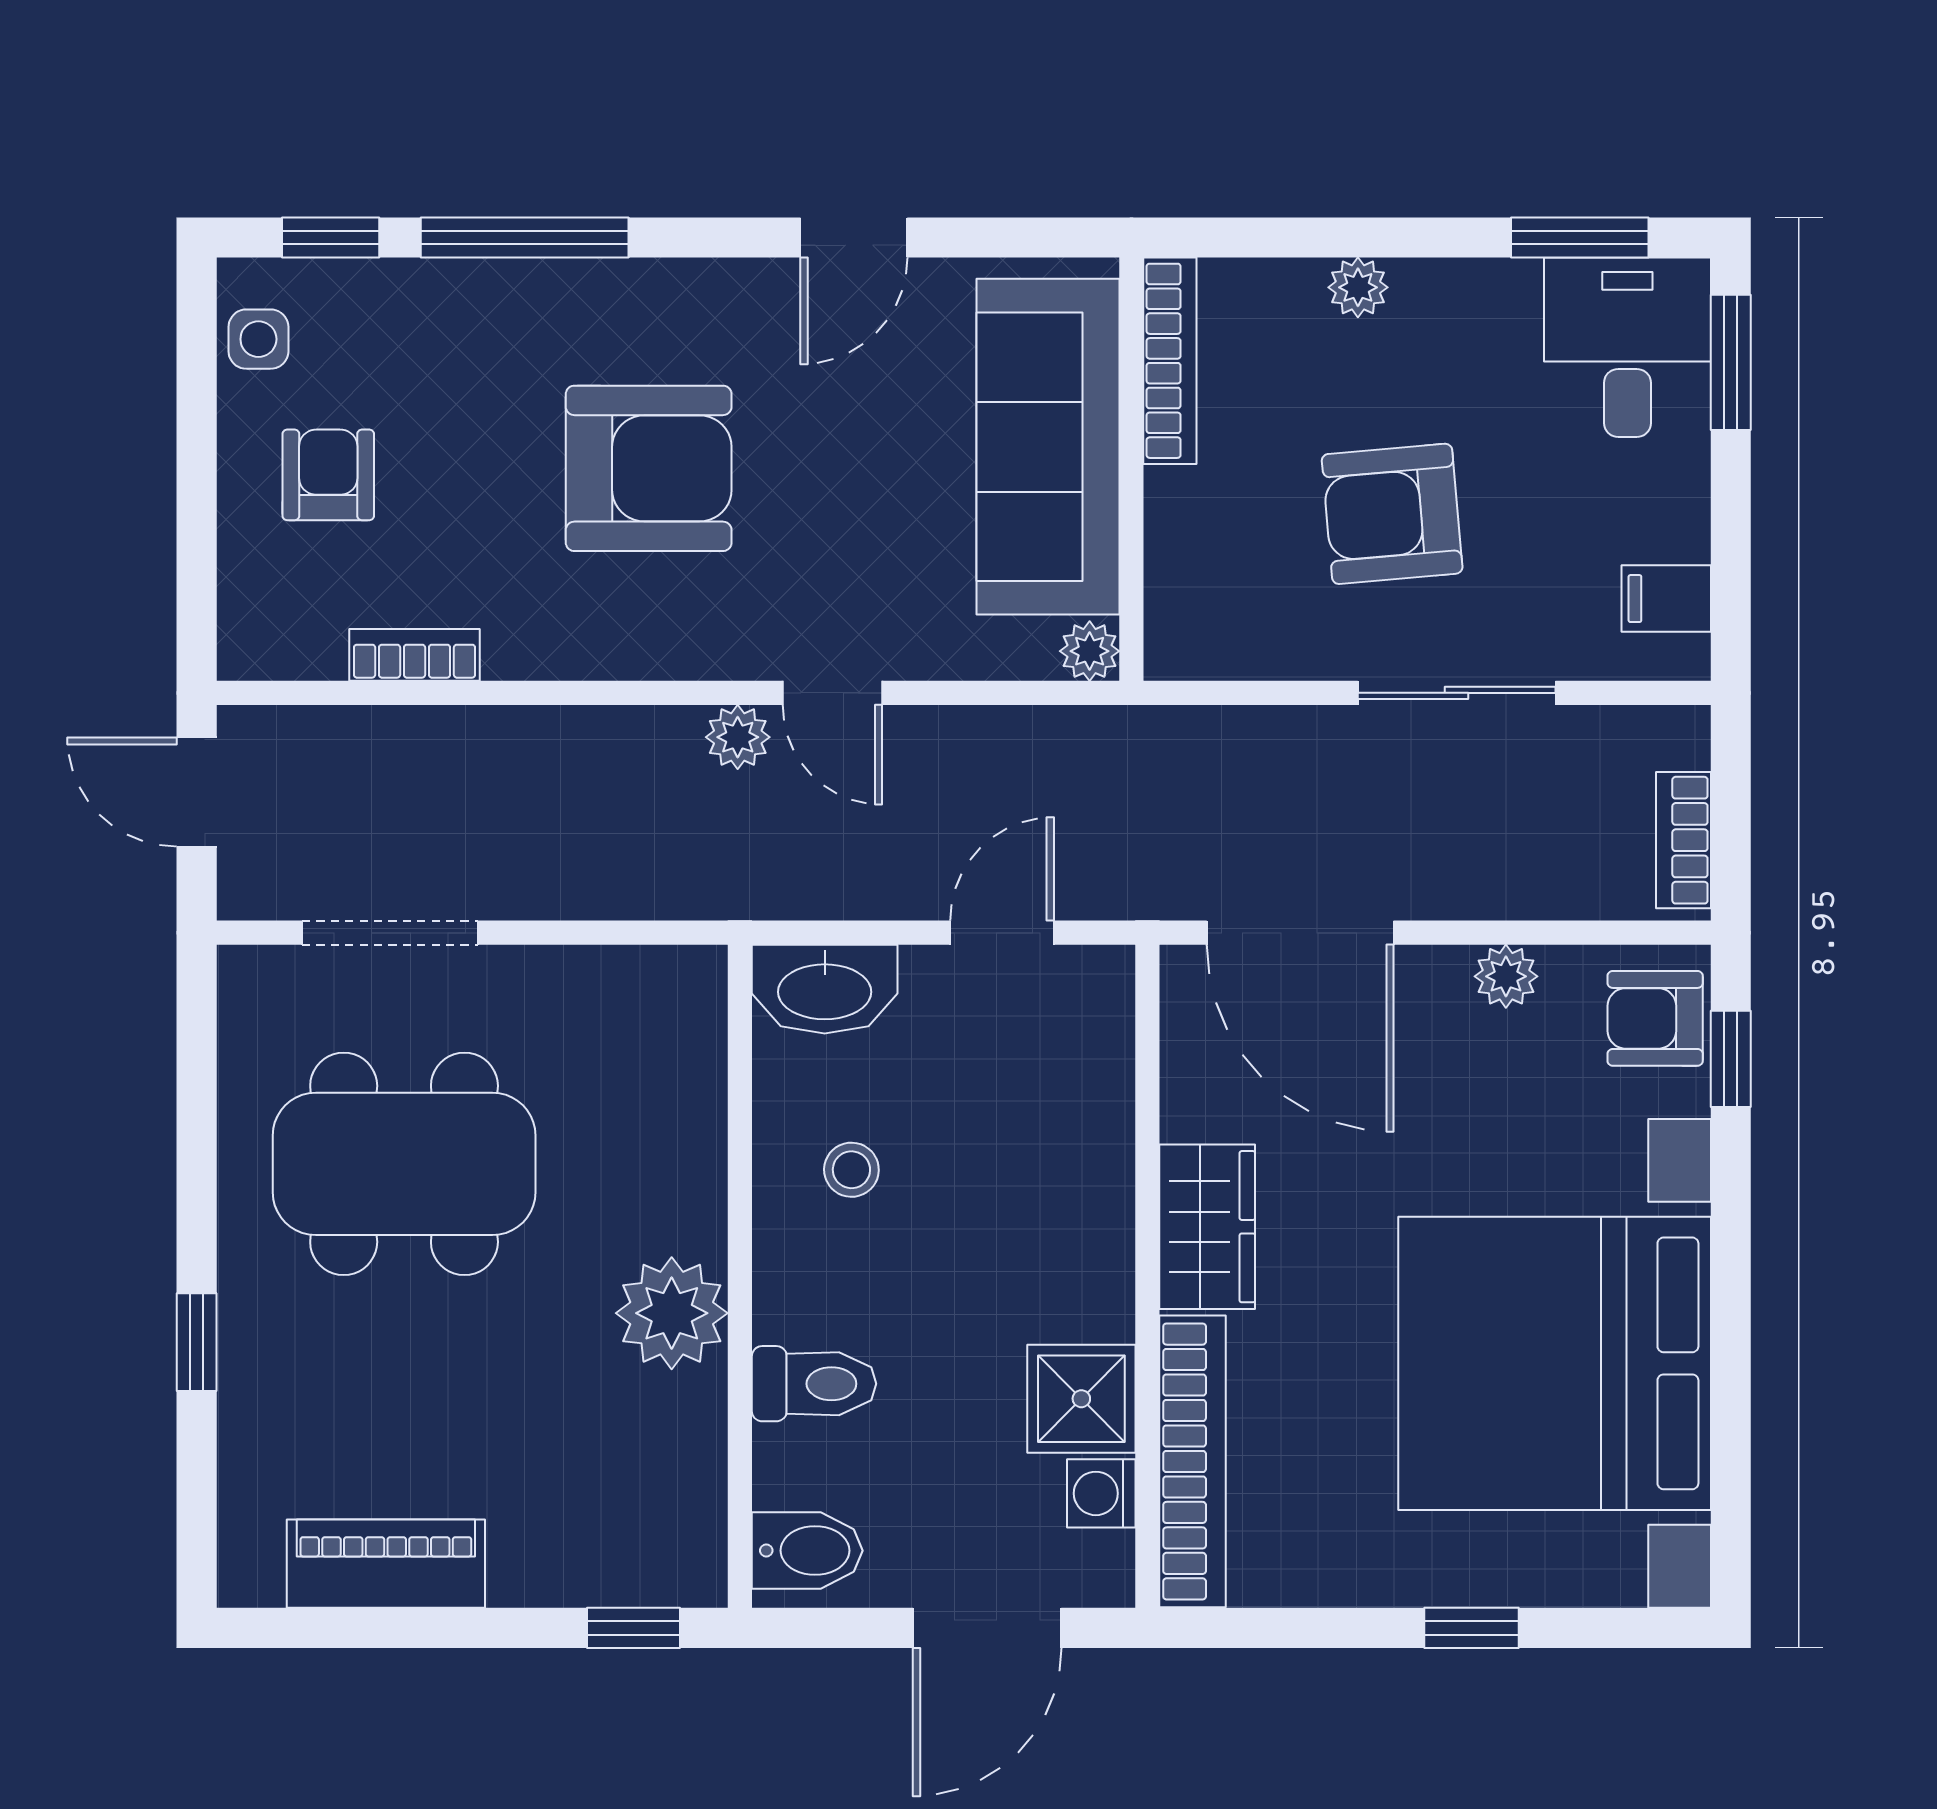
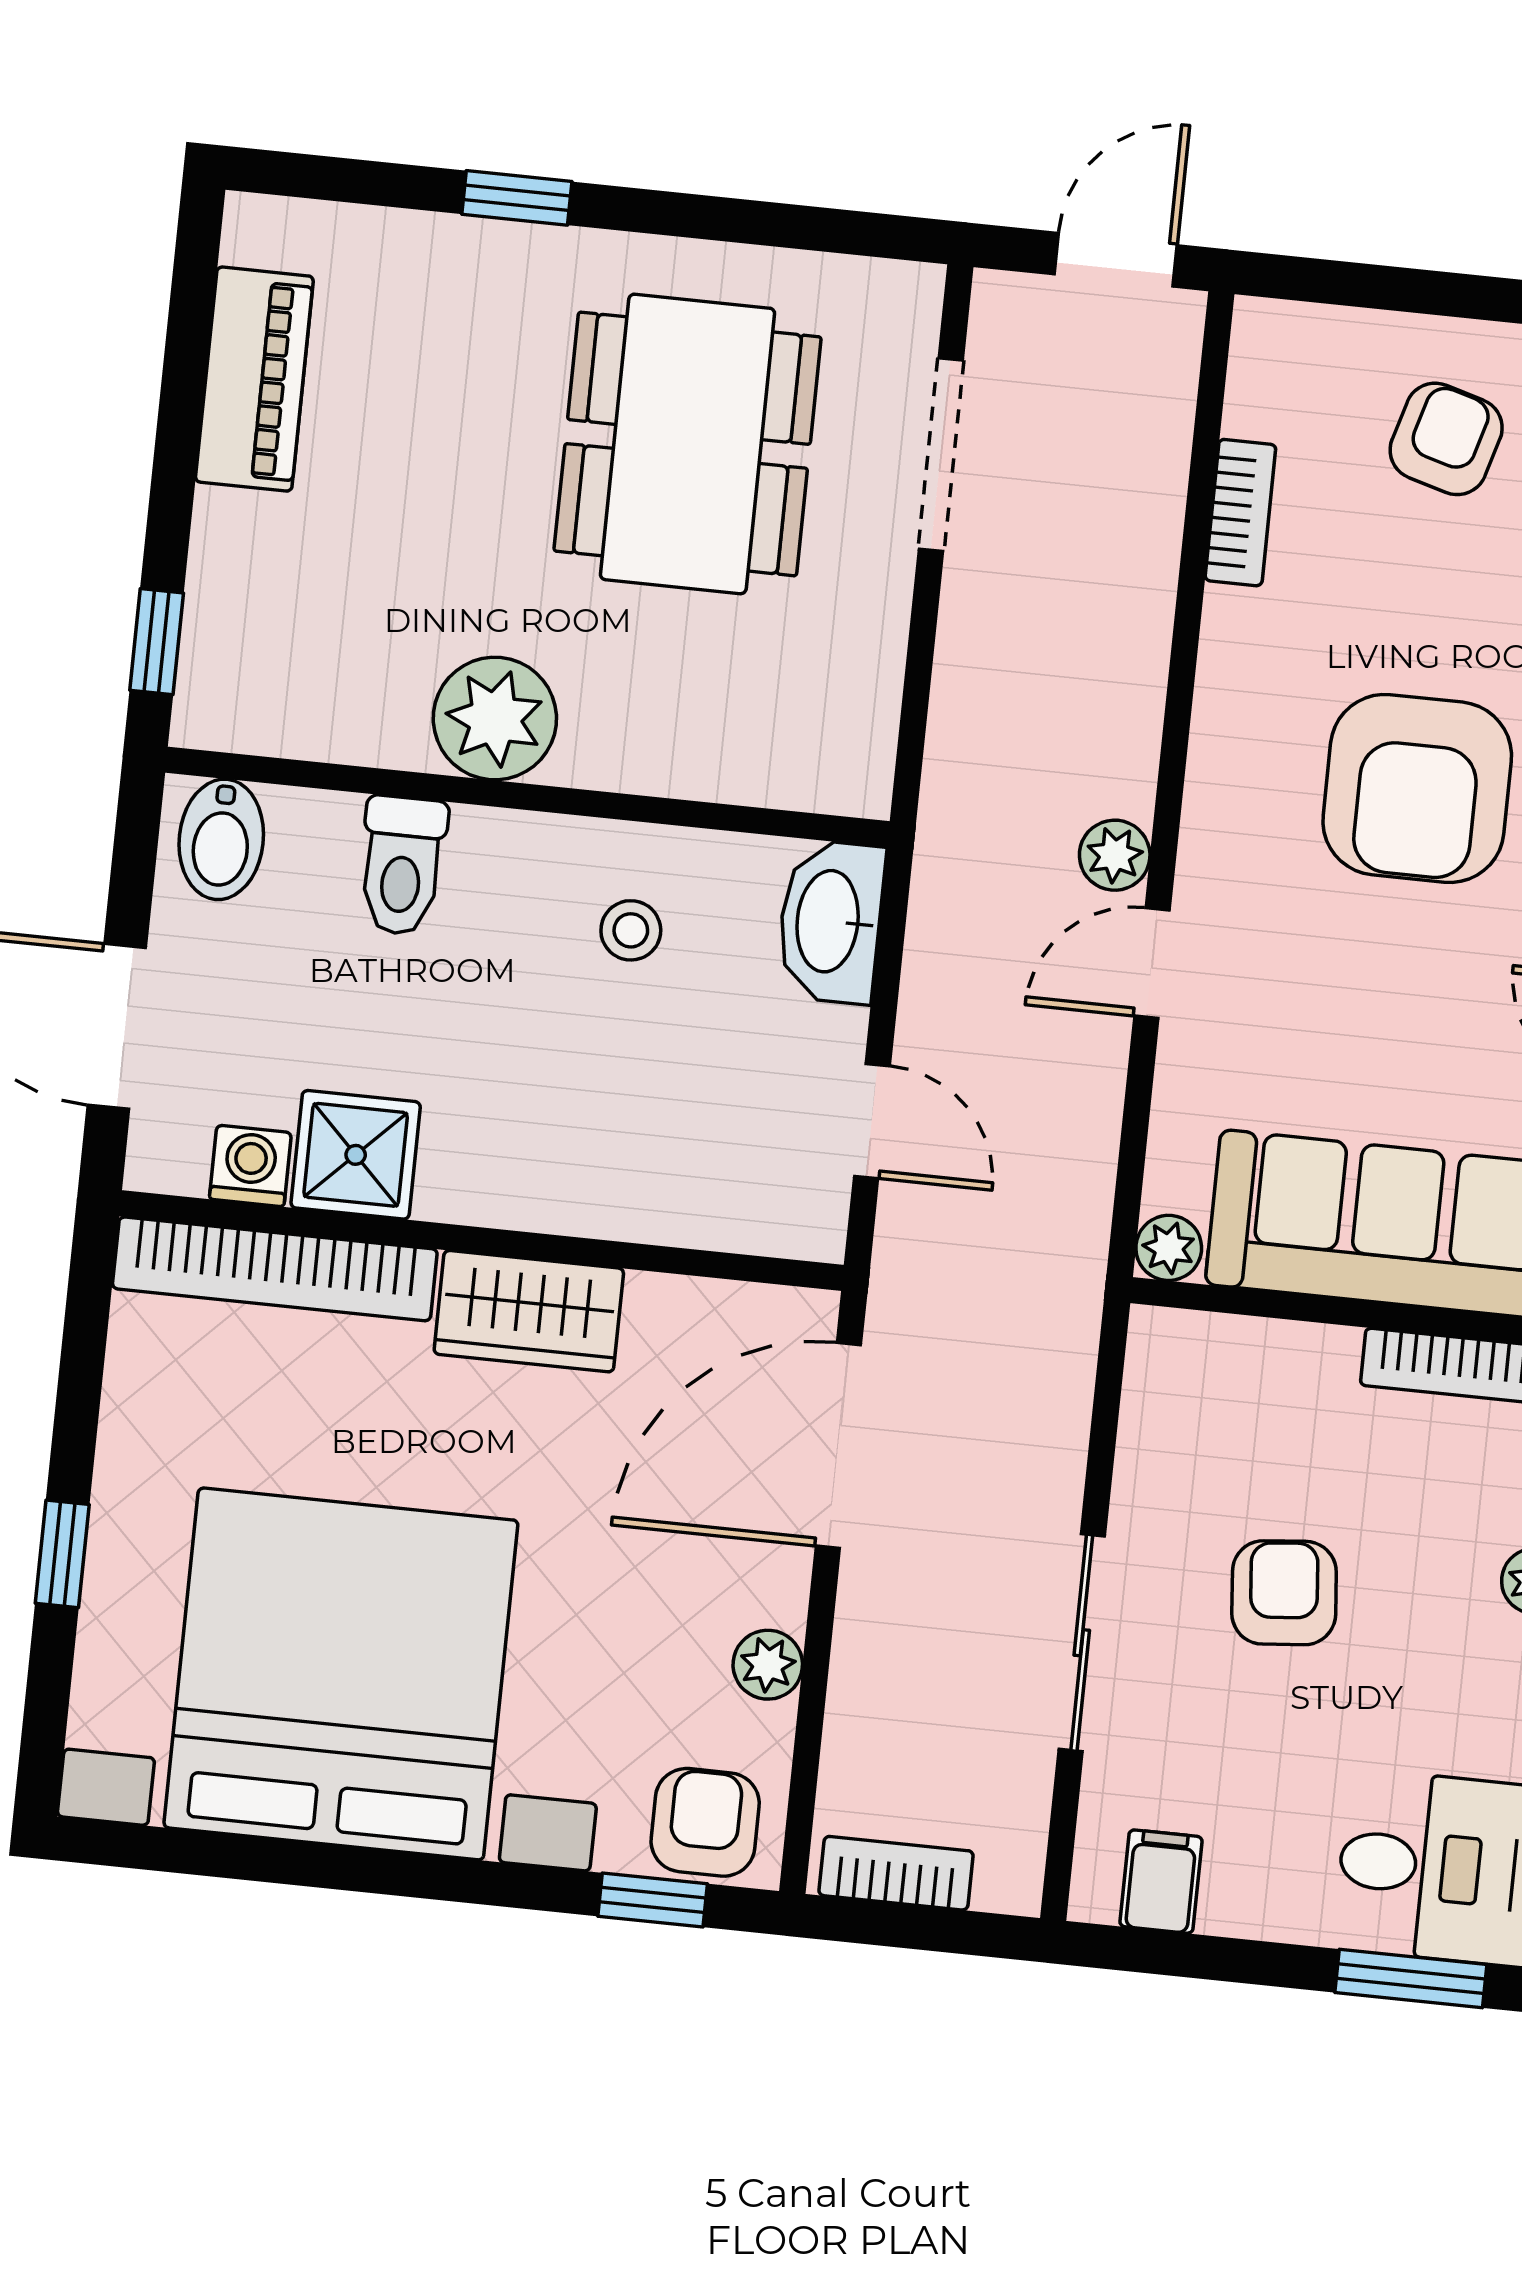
armchair: (328, 475) -> (1446, 439), turned -74
armchair: (1392, 514) -> (1284, 1593), width x0.72, depth x0.72

